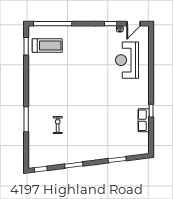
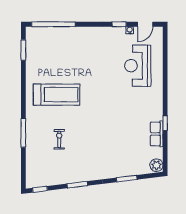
treadmill: (47, 46) -> (57, 95), moved, width x1.37, depth x1.38
plant: (143, 148) -> (156, 165), added

